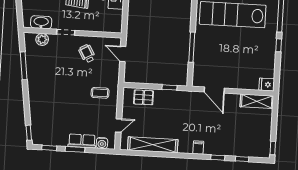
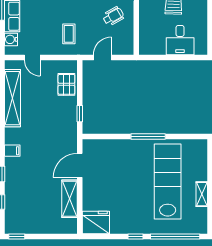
window: (192, 47) -> (148, 137), moved
door: (123, 54) -> (102, 58), moved
fridge: (267, 85) -> (96, 222), width x1.88, depth x1.34
shelving: (257, 101) -> (69, 199), moved

